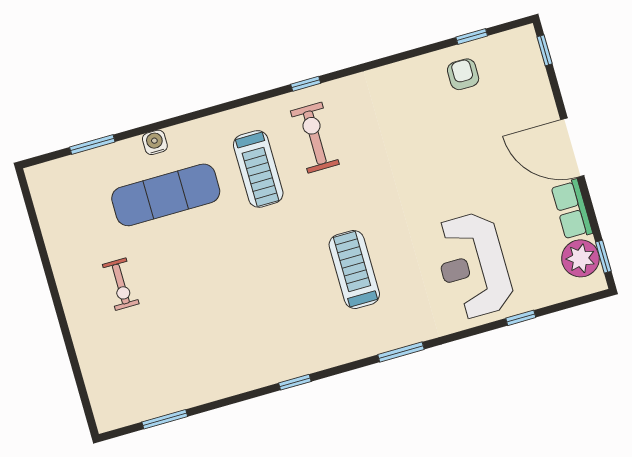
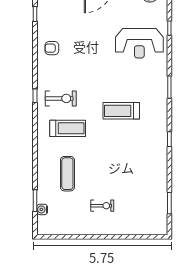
armchair: (463, 74) -> (52, 48), moved
exercise bike: (315, 138) -> (61, 98), turned 180
water cooler: (155, 142) -> (42, 209), moved
exercise mat: (166, 195) -> (67, 174), width x0.73, depth x0.69
treadmill: (354, 270) -> (121, 111), moved

